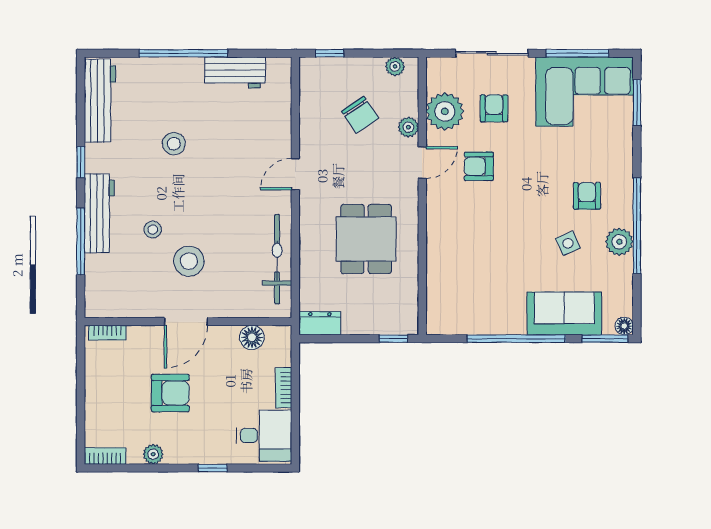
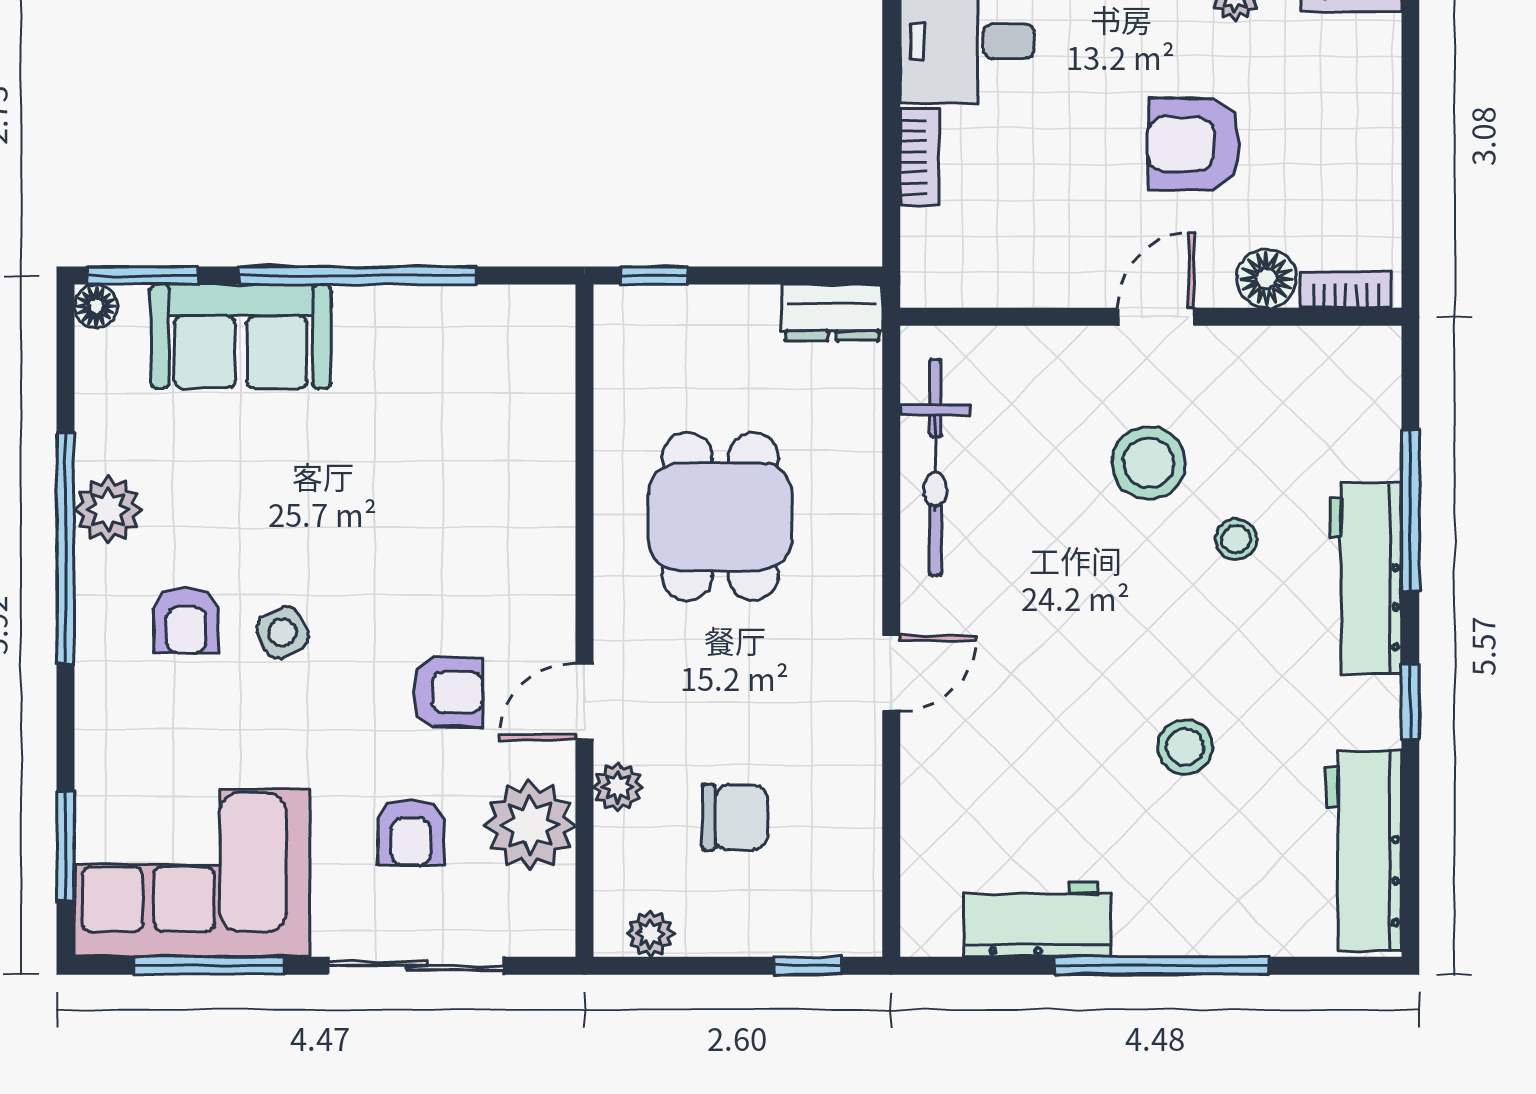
chair: (360, 115) -> (735, 817), turned 124
side table: (568, 243) -> (282, 633), moved
door: (186, 322) -> (1156, 317), width x0.73
floor lamp: (252, 337) -> (1267, 279), moved

